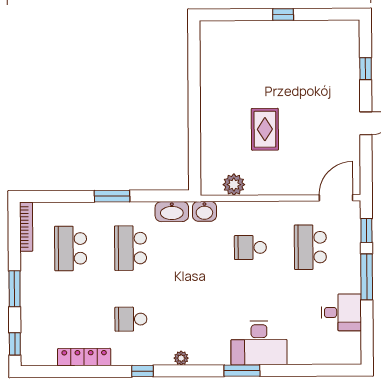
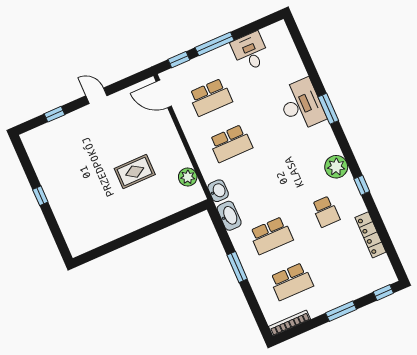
school desk: (250, 247) -> (231, 143), width x1.85
plant: (181, 358) -> (336, 167), width x1.88, depth x1.88

